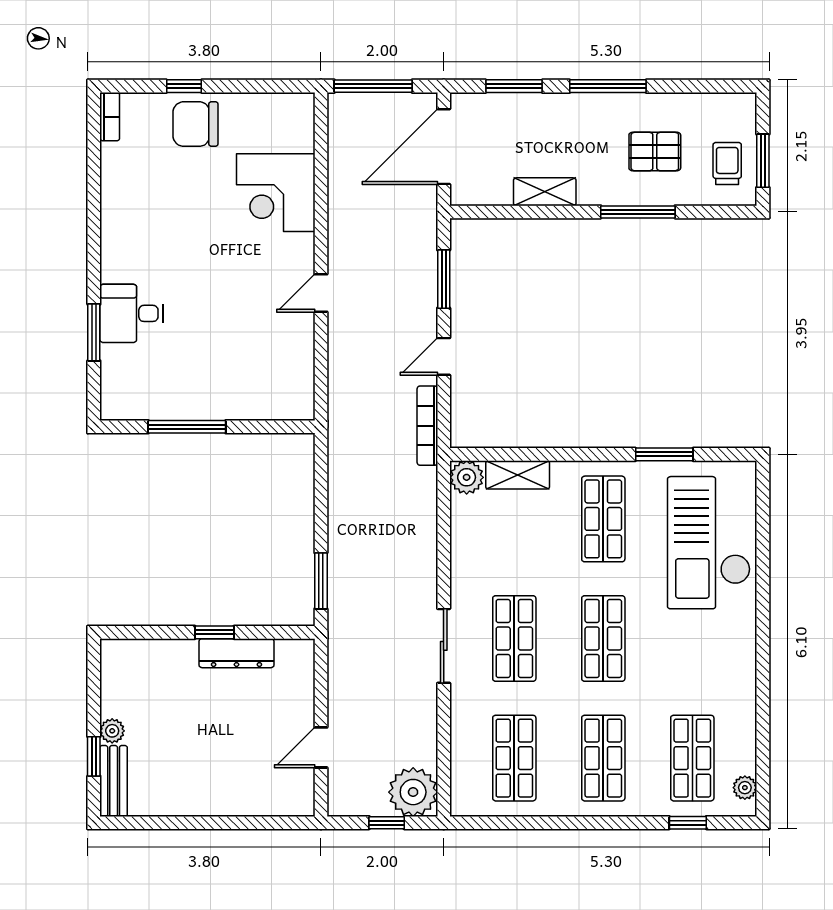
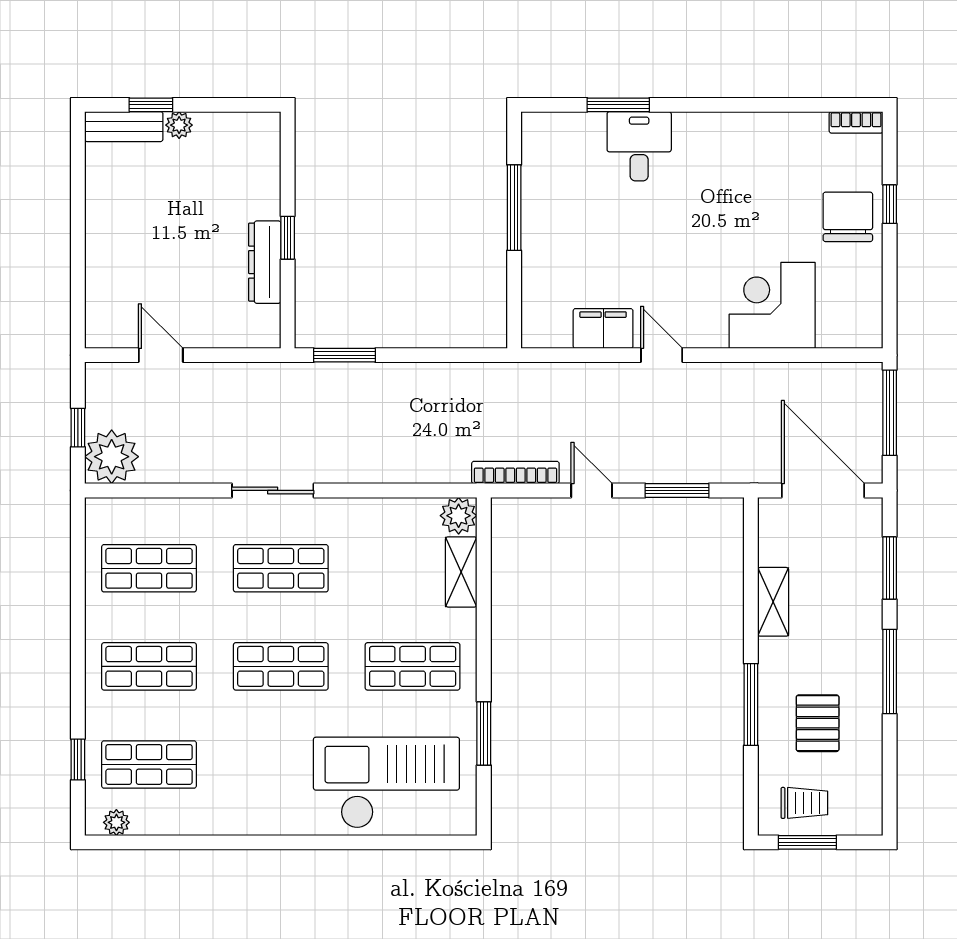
filing cabinet: (297, 346) -> (603, 329), added

